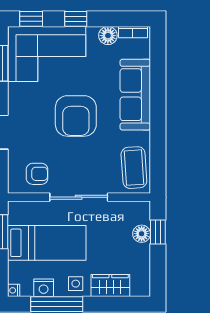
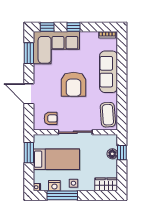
floor lamp: (108, 36) -> (92, 37), removed
wardrobe: (110, 286) -> (106, 184), moved

